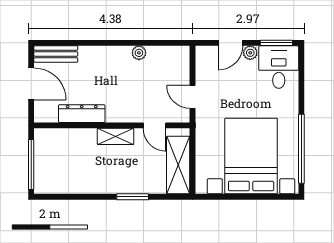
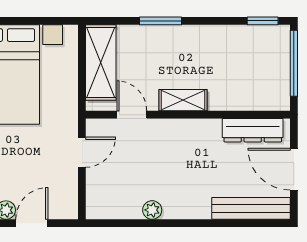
bench: (56, 54) -> (251, 208), width x1.36
door: (193, 97) -> (82, 152), hinge flipped
dresser: (82, 114) -> (253, 130), moved
window: (55, 197) -> (263, 21), added

